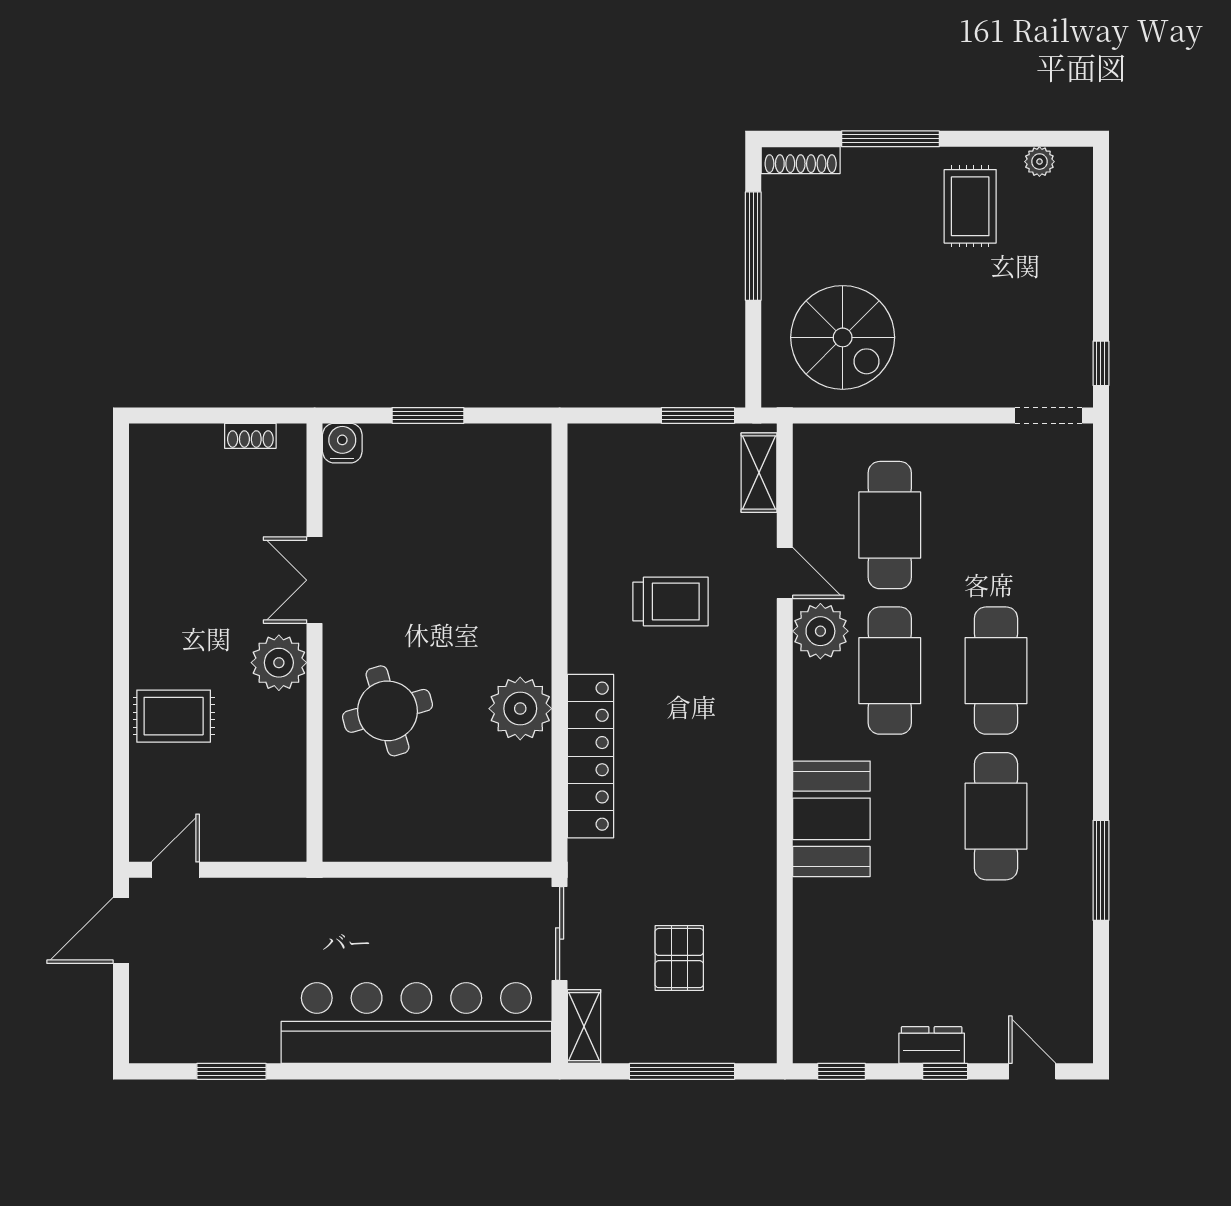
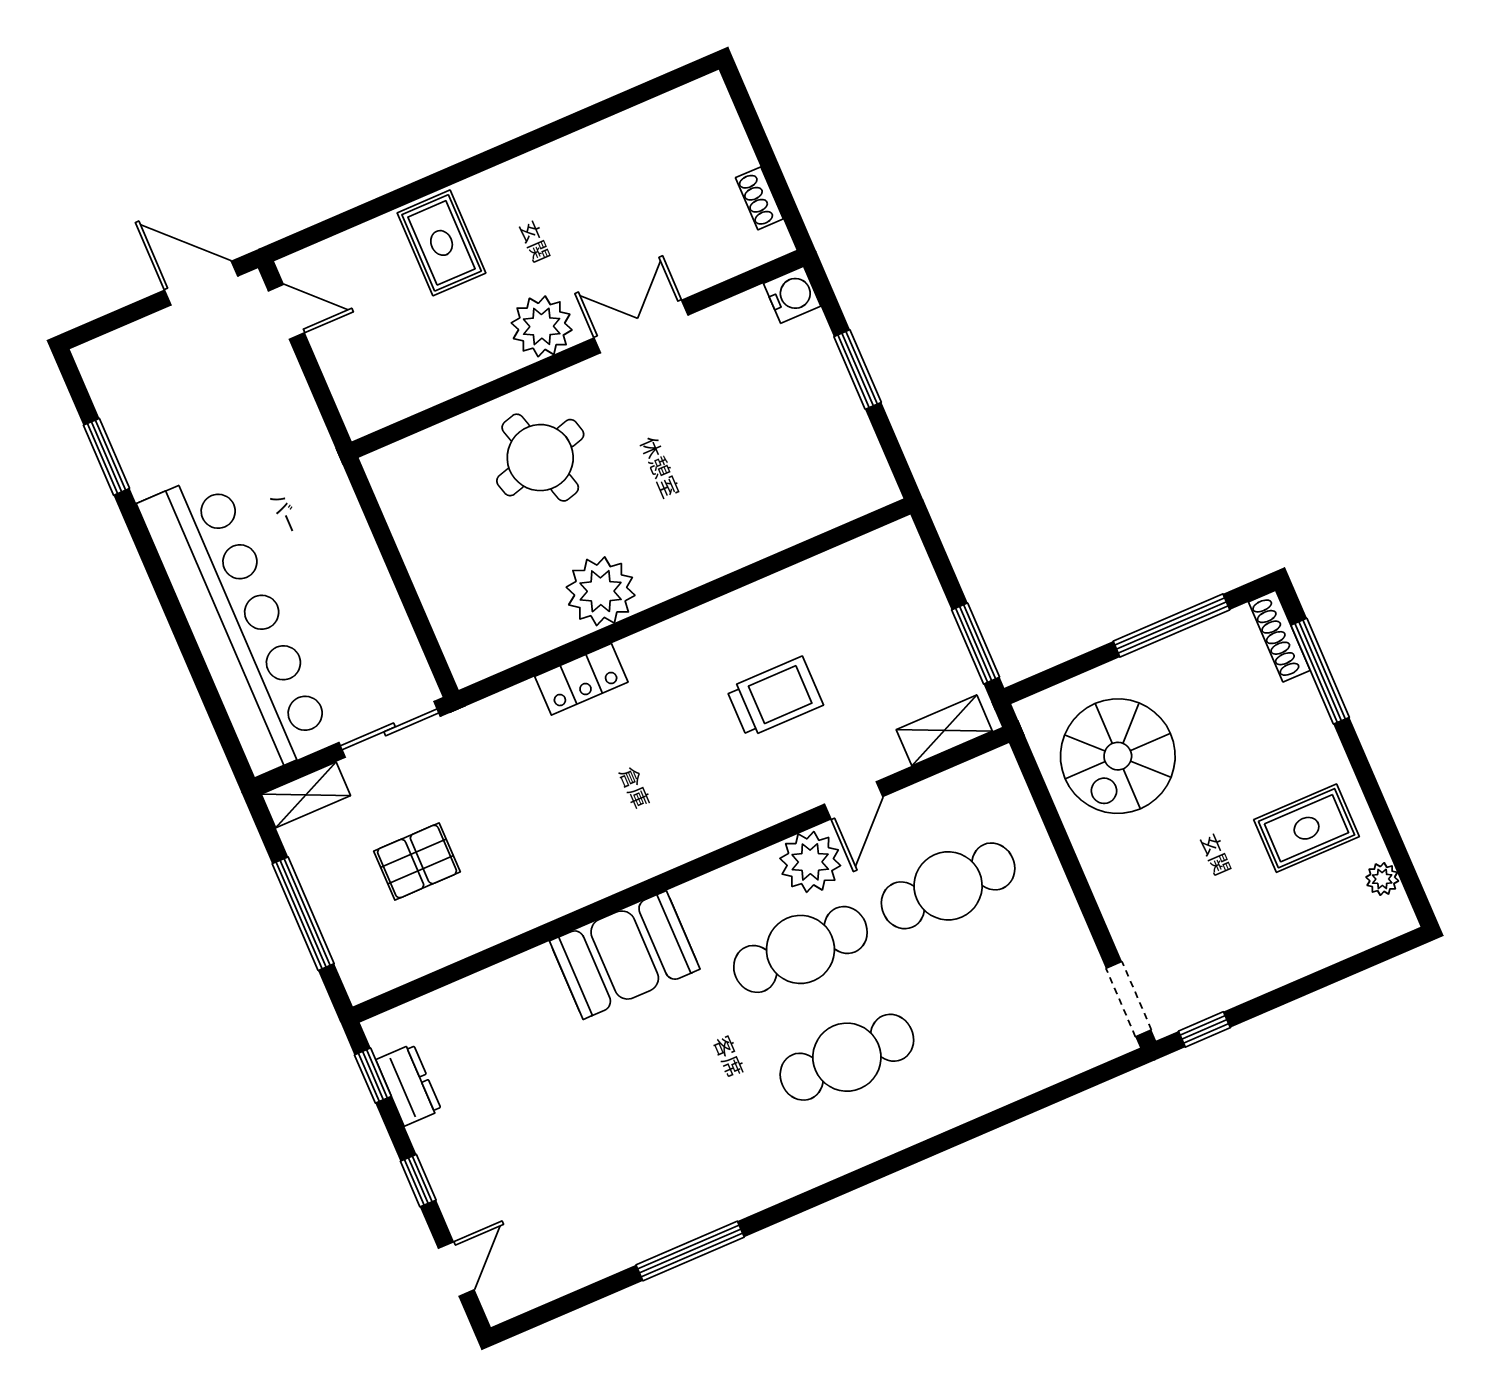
window: (890, 139) -> (1320, 671), moved
trolley: (671, 602) -> (775, 697), turned -90
locker: (591, 756) -> (581, 679), width x0.46, depth x0.83
cafe table: (996, 816) -> (699, 1121), removed
dresser: (932, 1045) -> (409, 1085), moved

